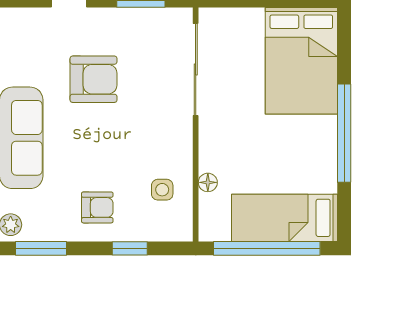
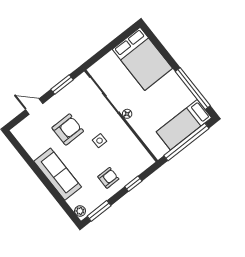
window: (344, 133) -> (193, 89), moved
floor lamp: (208, 182) -> (127, 114), moved
side table: (162, 190) -> (100, 141), moved

